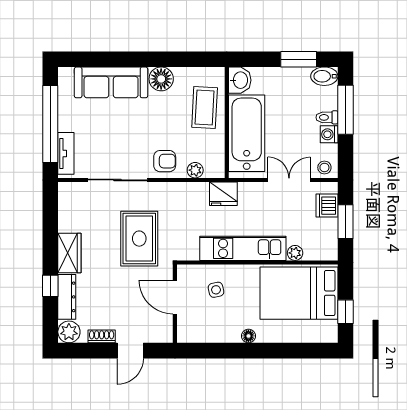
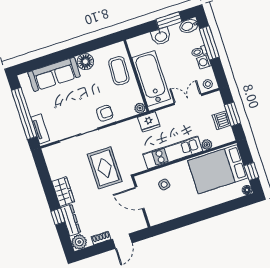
washbasin: (240, 80) -> (161, 36), moved, turned 90
plant: (195, 170) -> (140, 108), moved
dishwasher: (327, 206) -> (222, 120), moved
floor lamp: (248, 336) -> (247, 190), moved

